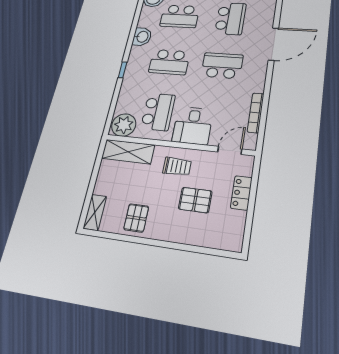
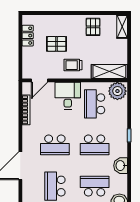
school desk: (169, 62) -> (95, 145), turned 180
locker: (241, 193) -> (28, 36), moved

